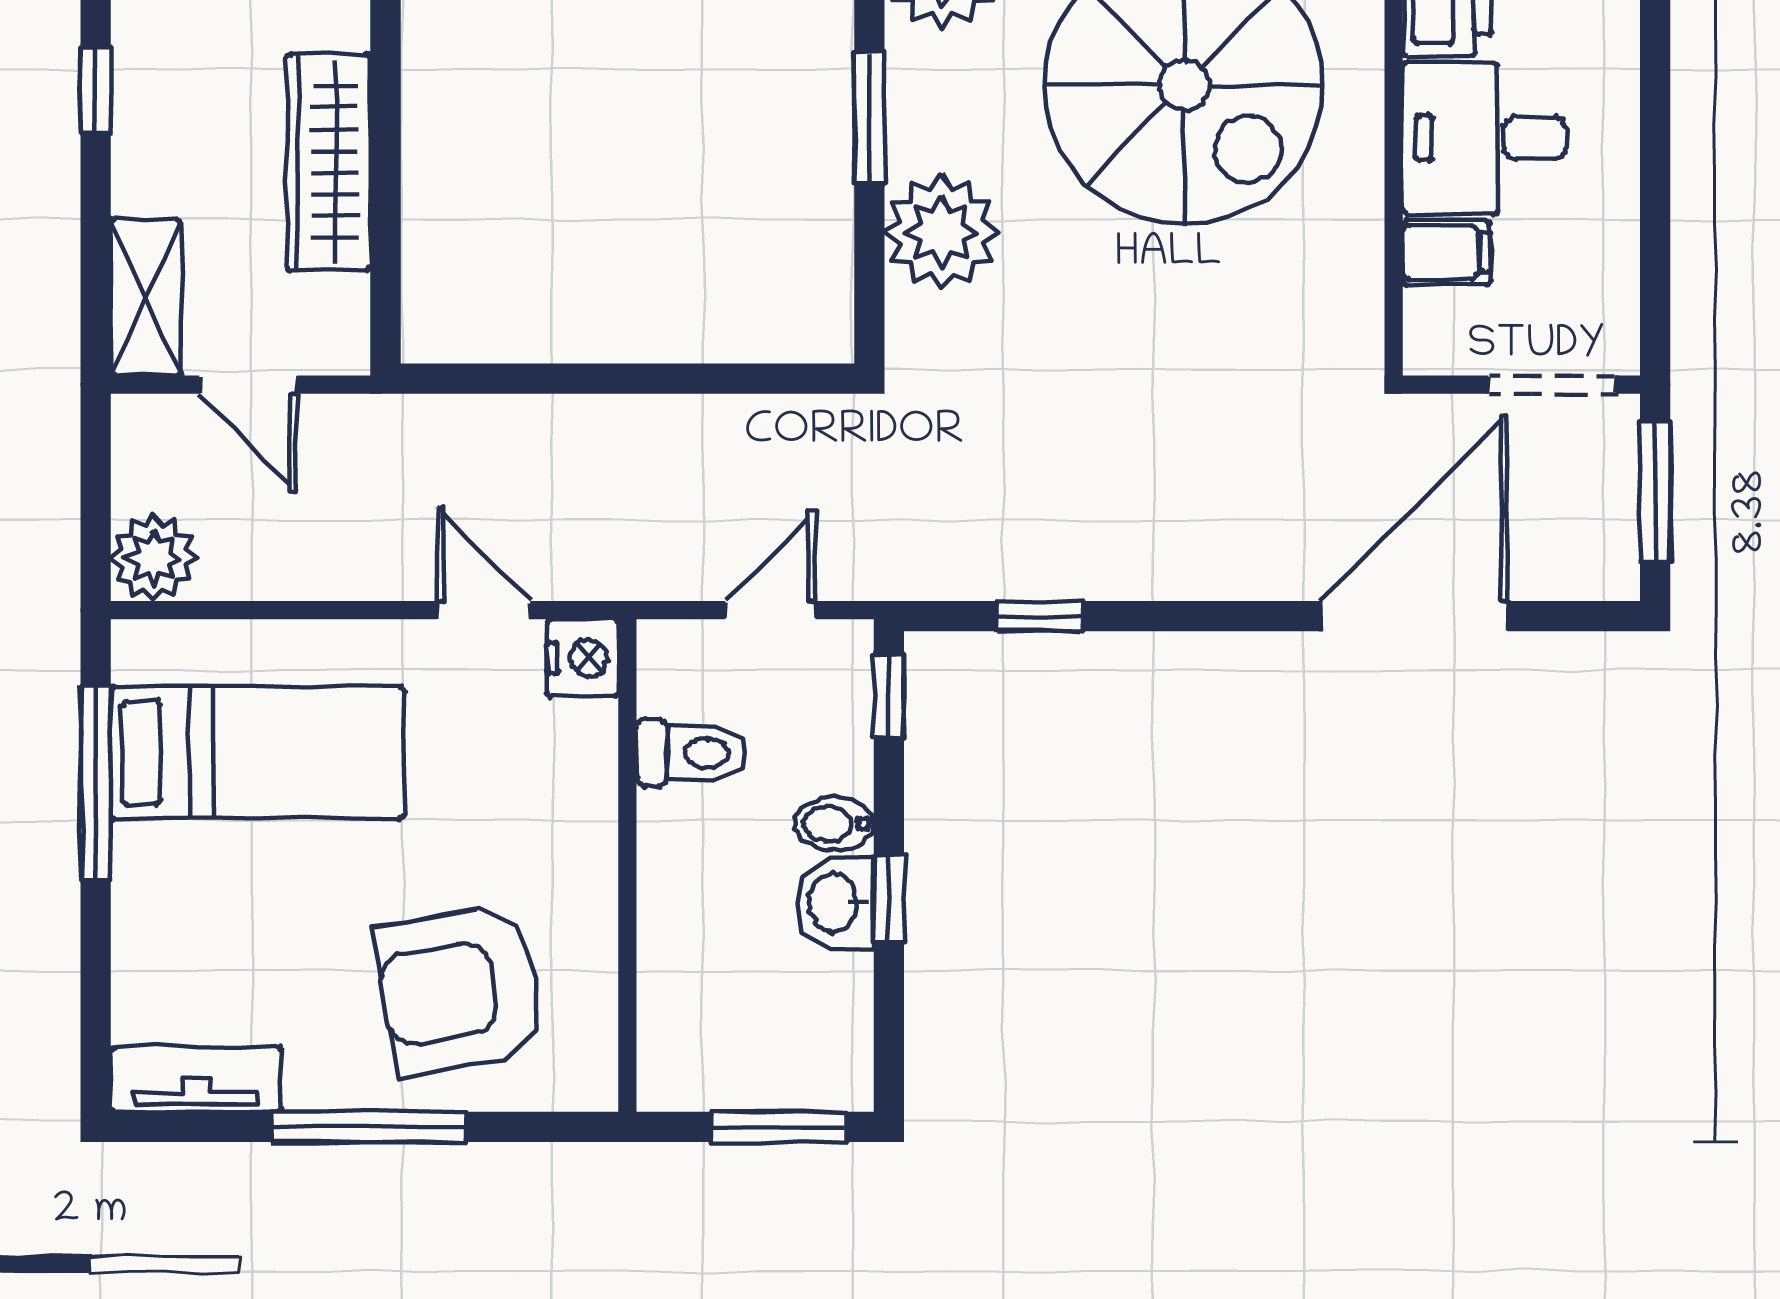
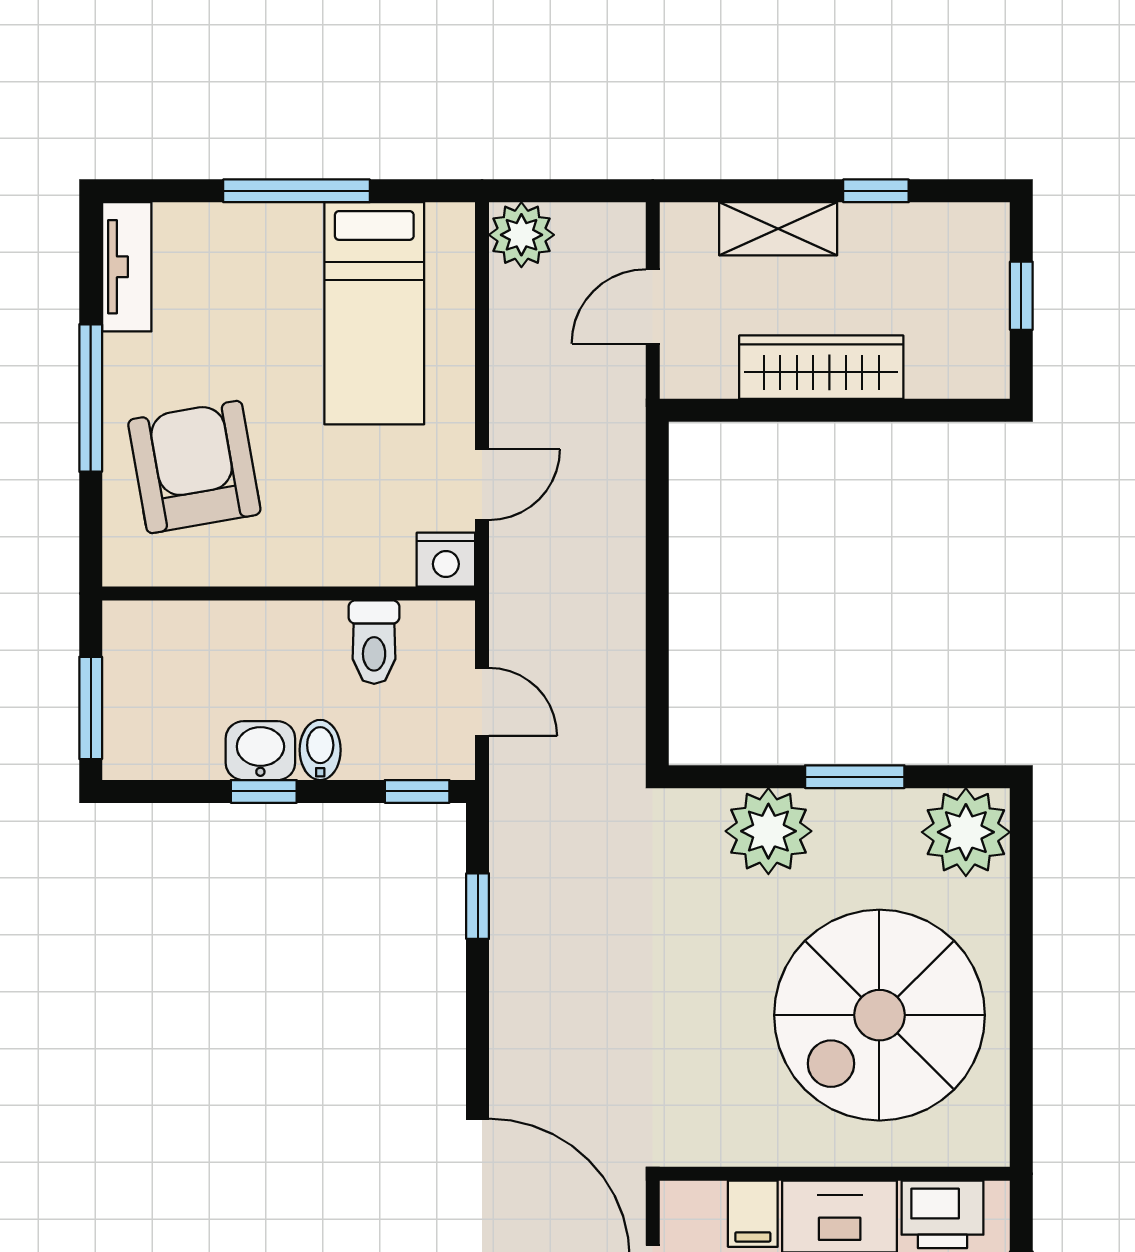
shelving: (146, 298) -> (778, 229), moved
window: (96, 782) -> (297, 191), moved

